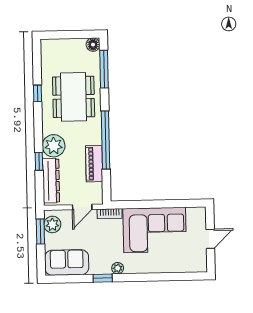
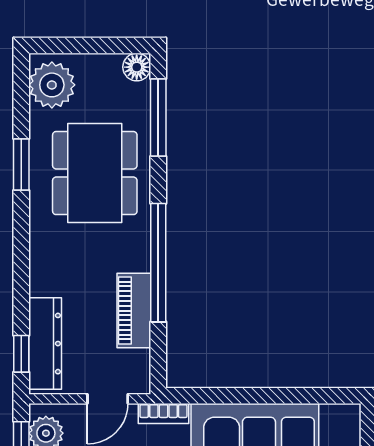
window: (38, 93) -> (21, 165), width x1.50
plant: (54, 146) -> (52, 85), moved
window: (39, 161) -> (21, 354), moved

